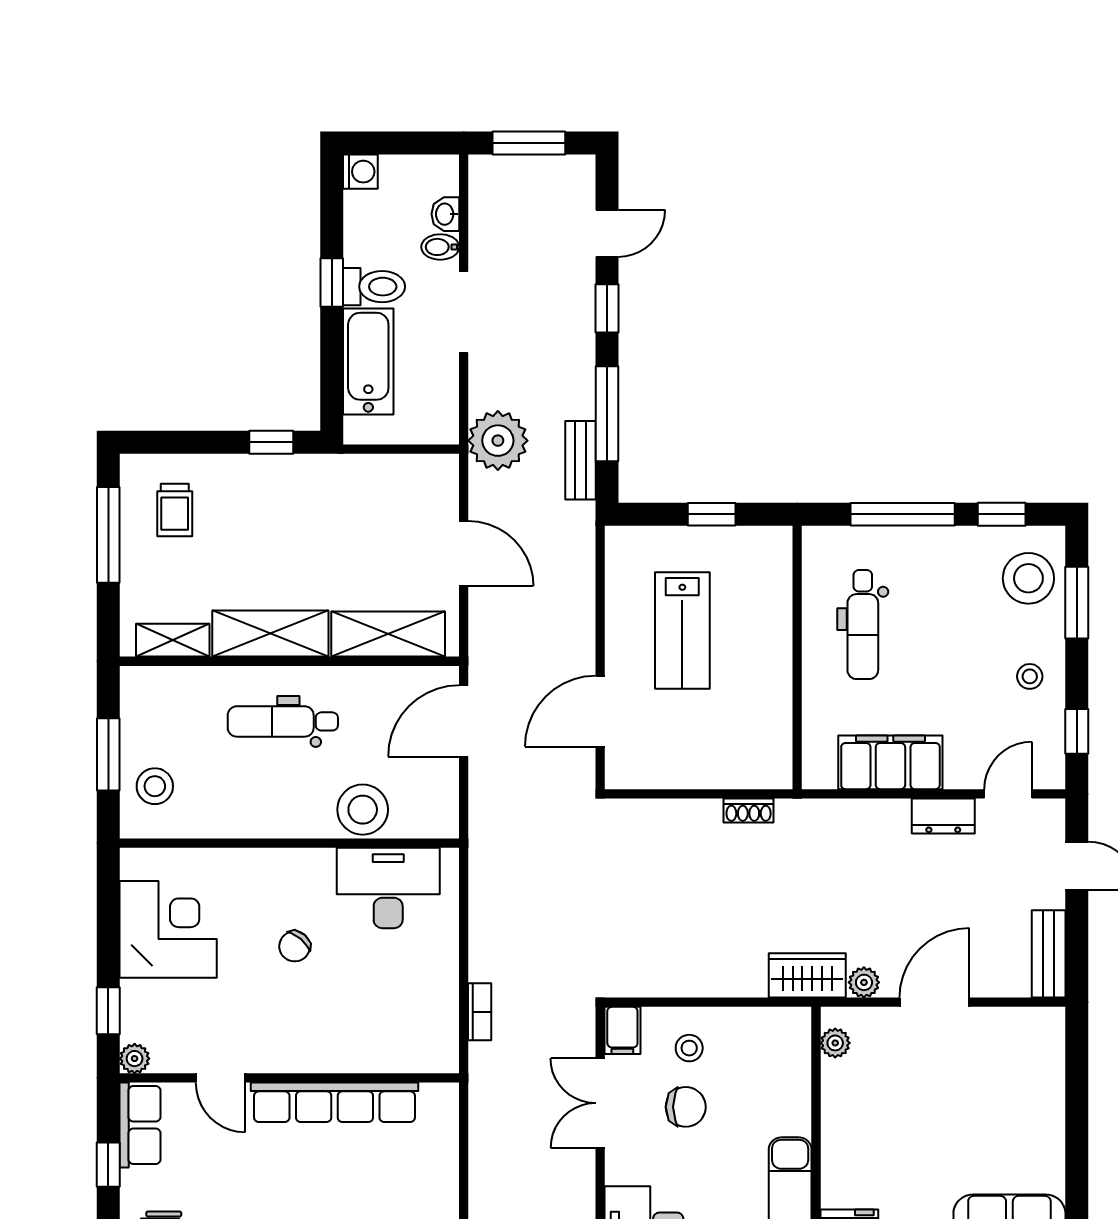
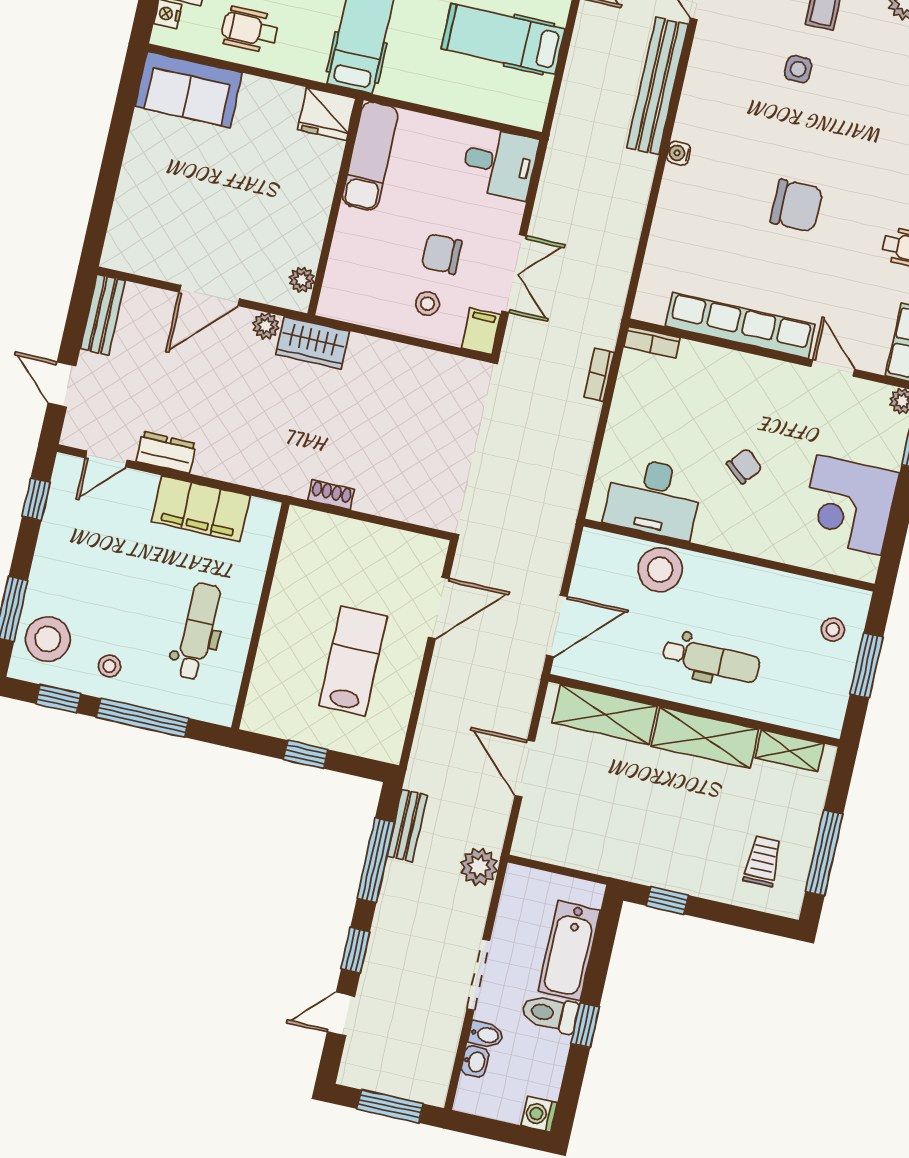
plant: (498, 441) -> (479, 867), width x0.73, depth x0.73
stool: (1030, 676) -> (109, 666), moved
stool: (155, 786) -> (833, 630), width x0.73, depth x0.73
bookcase: (429, 1061) -> (652, 342), added

